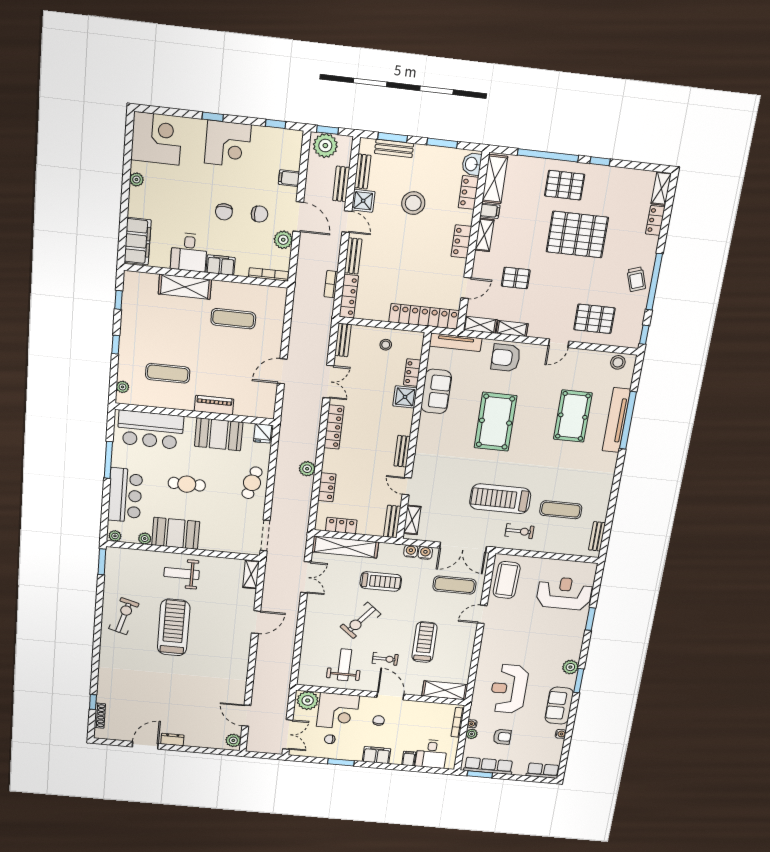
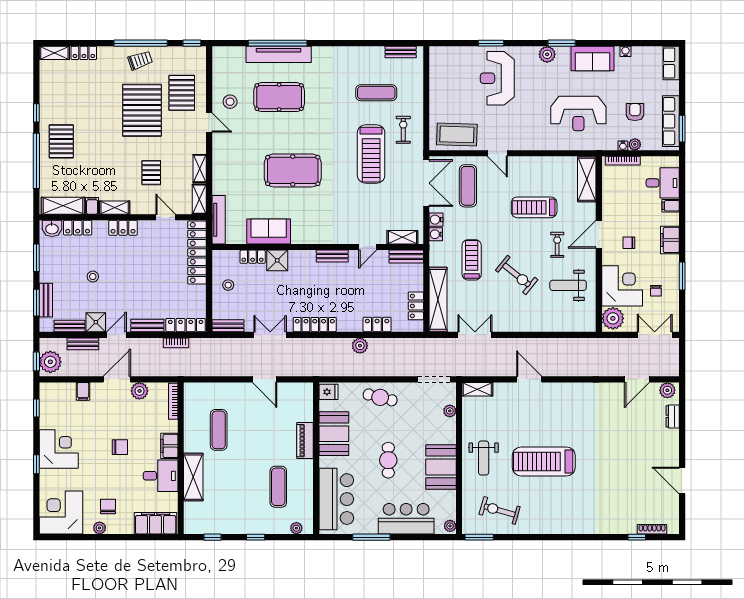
stool: (413, 203) -> (93, 277), width x0.53, depth x0.53
chair: (259, 214) -> (108, 506), moved
pallet: (577, 235) -> (142, 110), moved
armchair: (506, 358) -> (228, 170), removed
stool: (618, 362) -> (230, 102), moved
exercise mat: (561, 510) -> (376, 93), turned 90
plant: (145, 539) -> (450, 411), moved
reception desk: (564, 593) -> (497, 78), moved
exercise bike: (124, 616) -> (500, 510), moved
dresser: (172, 740) -> (673, 416), moved

